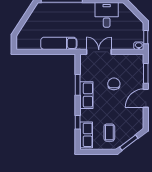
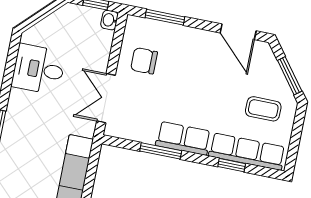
chair: (114, 84) -> (144, 61), moved
door: (146, 98) -> (238, 32), moved
row of seats: (86, 135) -> (247, 152), width x1.48

